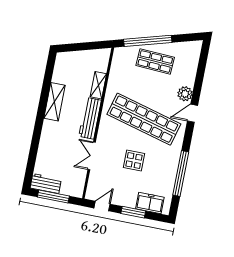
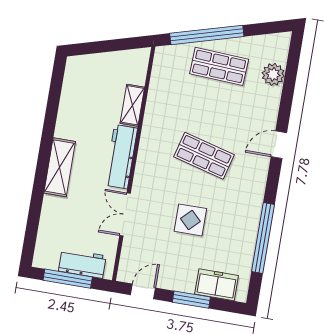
plant: (185, 94) -> (273, 74), moved
shelving: (54, 102) -> (60, 167), moved
shop shelf: (144, 119) -> (204, 156), width x0.50, depth x0.74
workbench: (46, 184) -> (82, 263), moved

